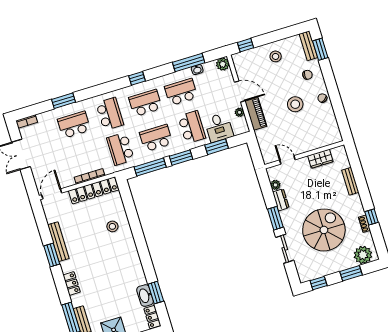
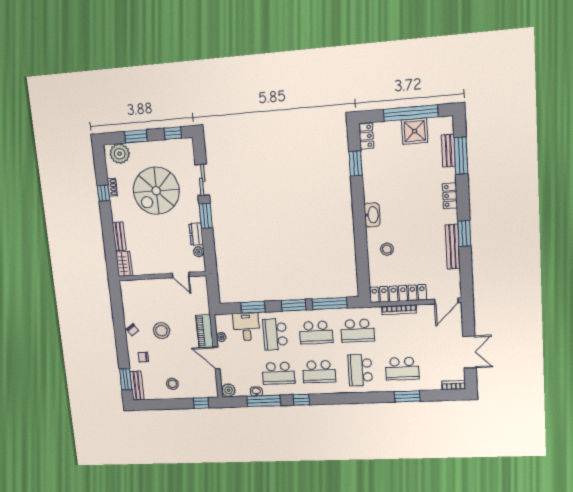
window: (137, 78) -> (301, 400), moved
school desk: (120, 149) -> (358, 331), turned 90
wardrobe: (320, 159) -> (124, 264), moved, turned 90
washbasin: (145, 296) -> (372, 215), moved

